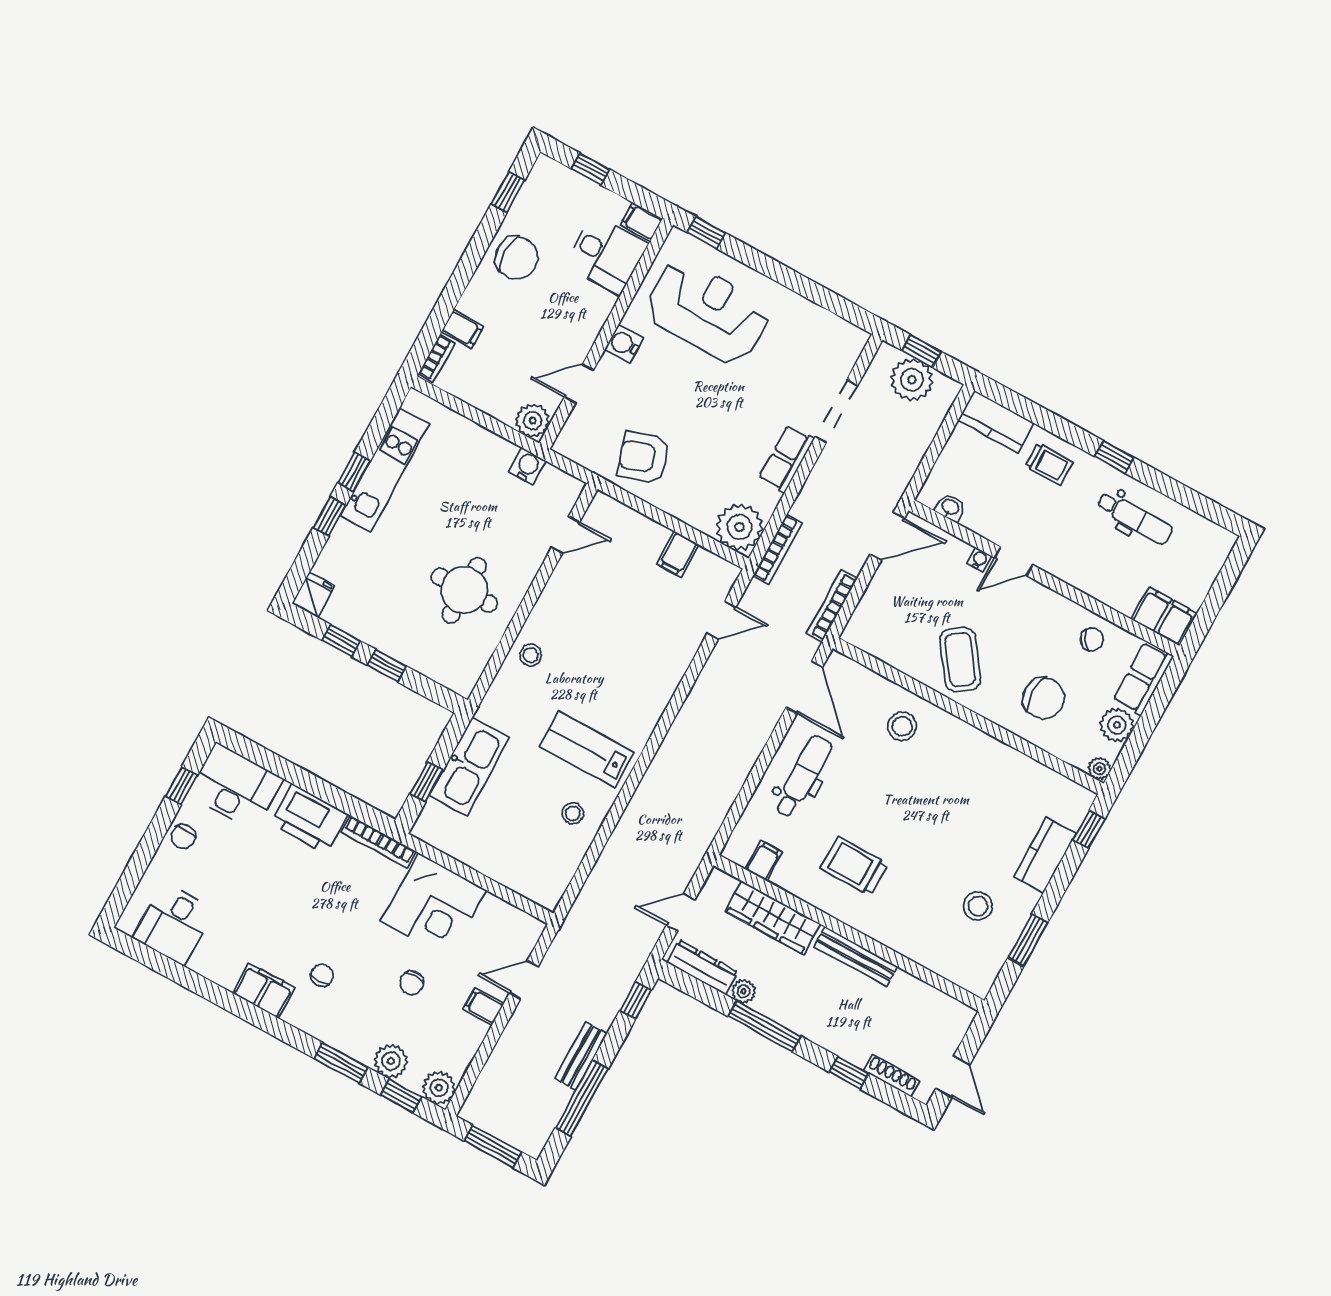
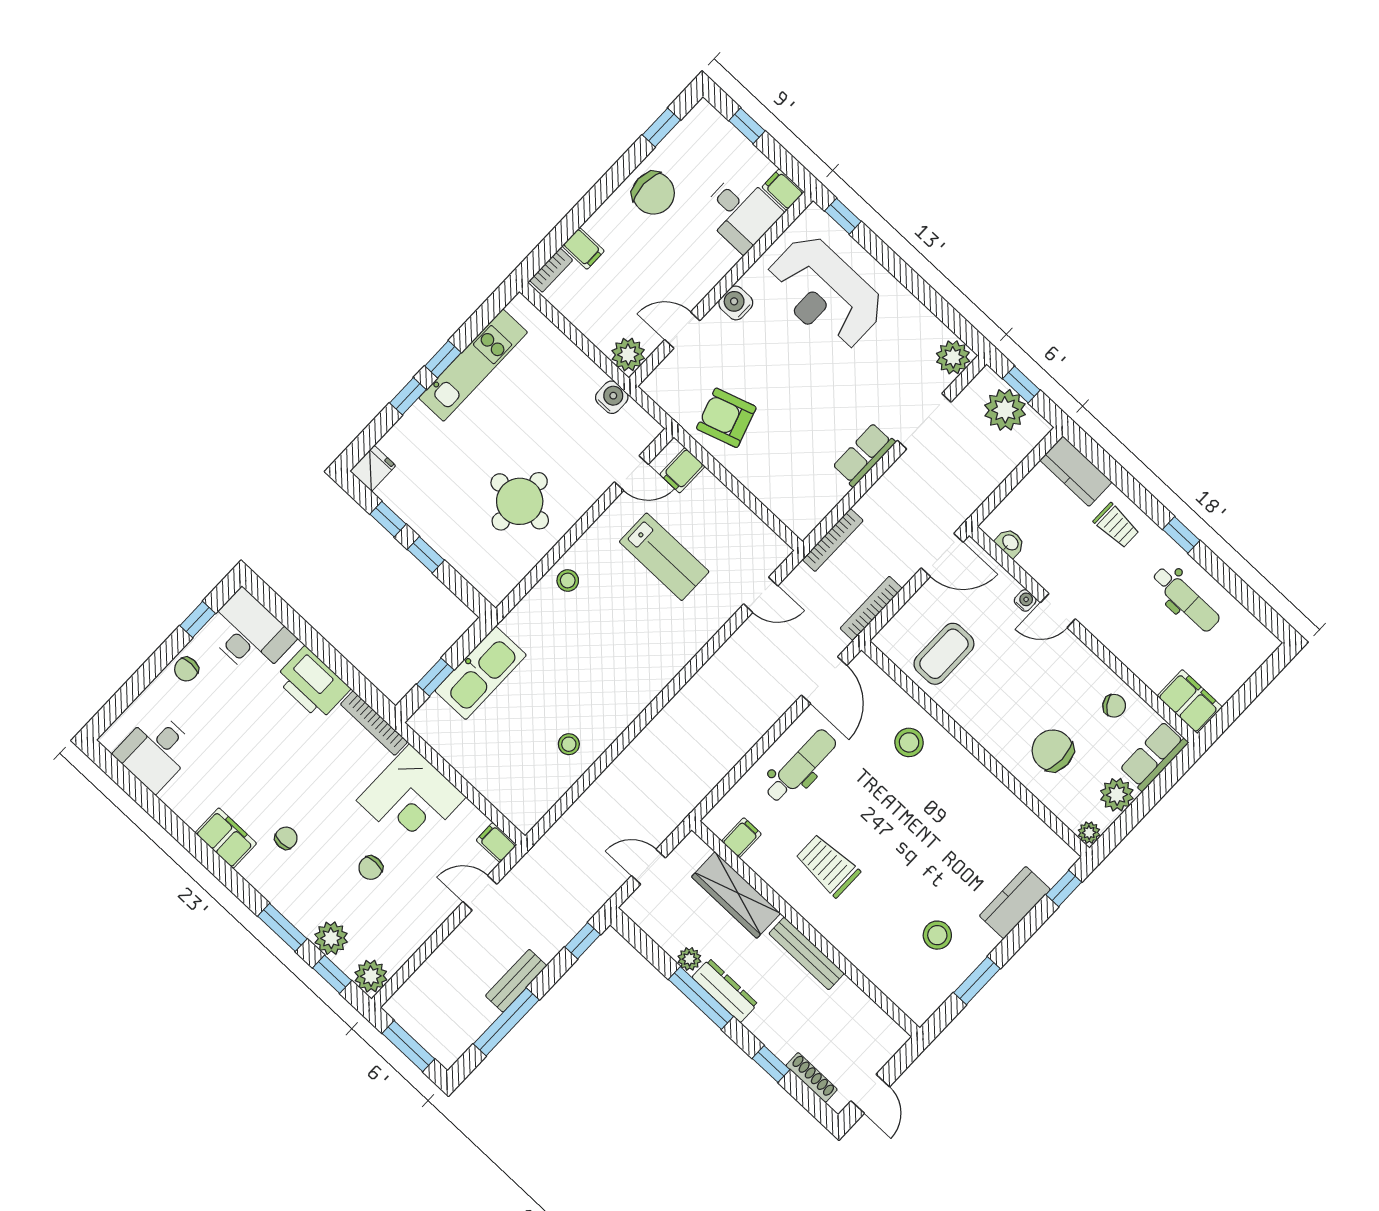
reception desk: (708, 312) -> (825, 293), turned 180
plant: (739, 527) -> (953, 357), moved, width x0.73, depth x0.73
filing cabinet: (678, 554) -> (682, 470), moved
coffee table: (960, 660) -> (944, 654), moved, turned 36
chair: (1043, 698) -> (1053, 750), turned 180
lab bench: (587, 749) -> (664, 557), moved, turned 180
dresser: (702, 967) -> (725, 991), moved
filing cabinet: (484, 1006) -> (496, 842), moved

